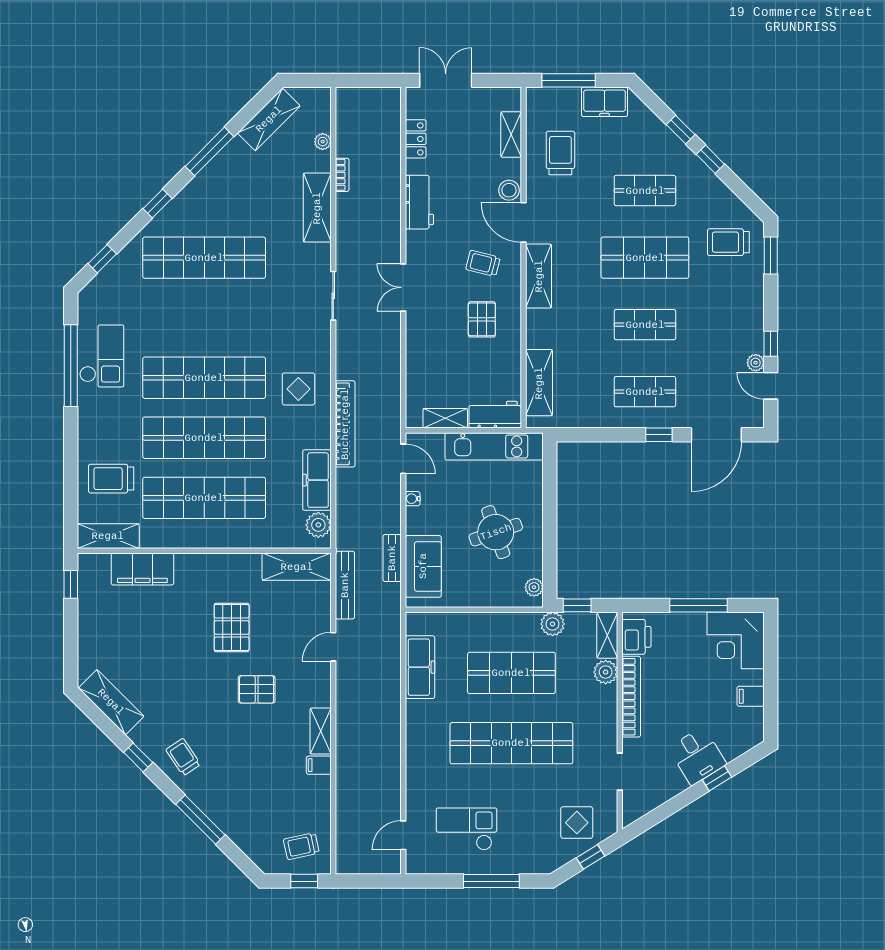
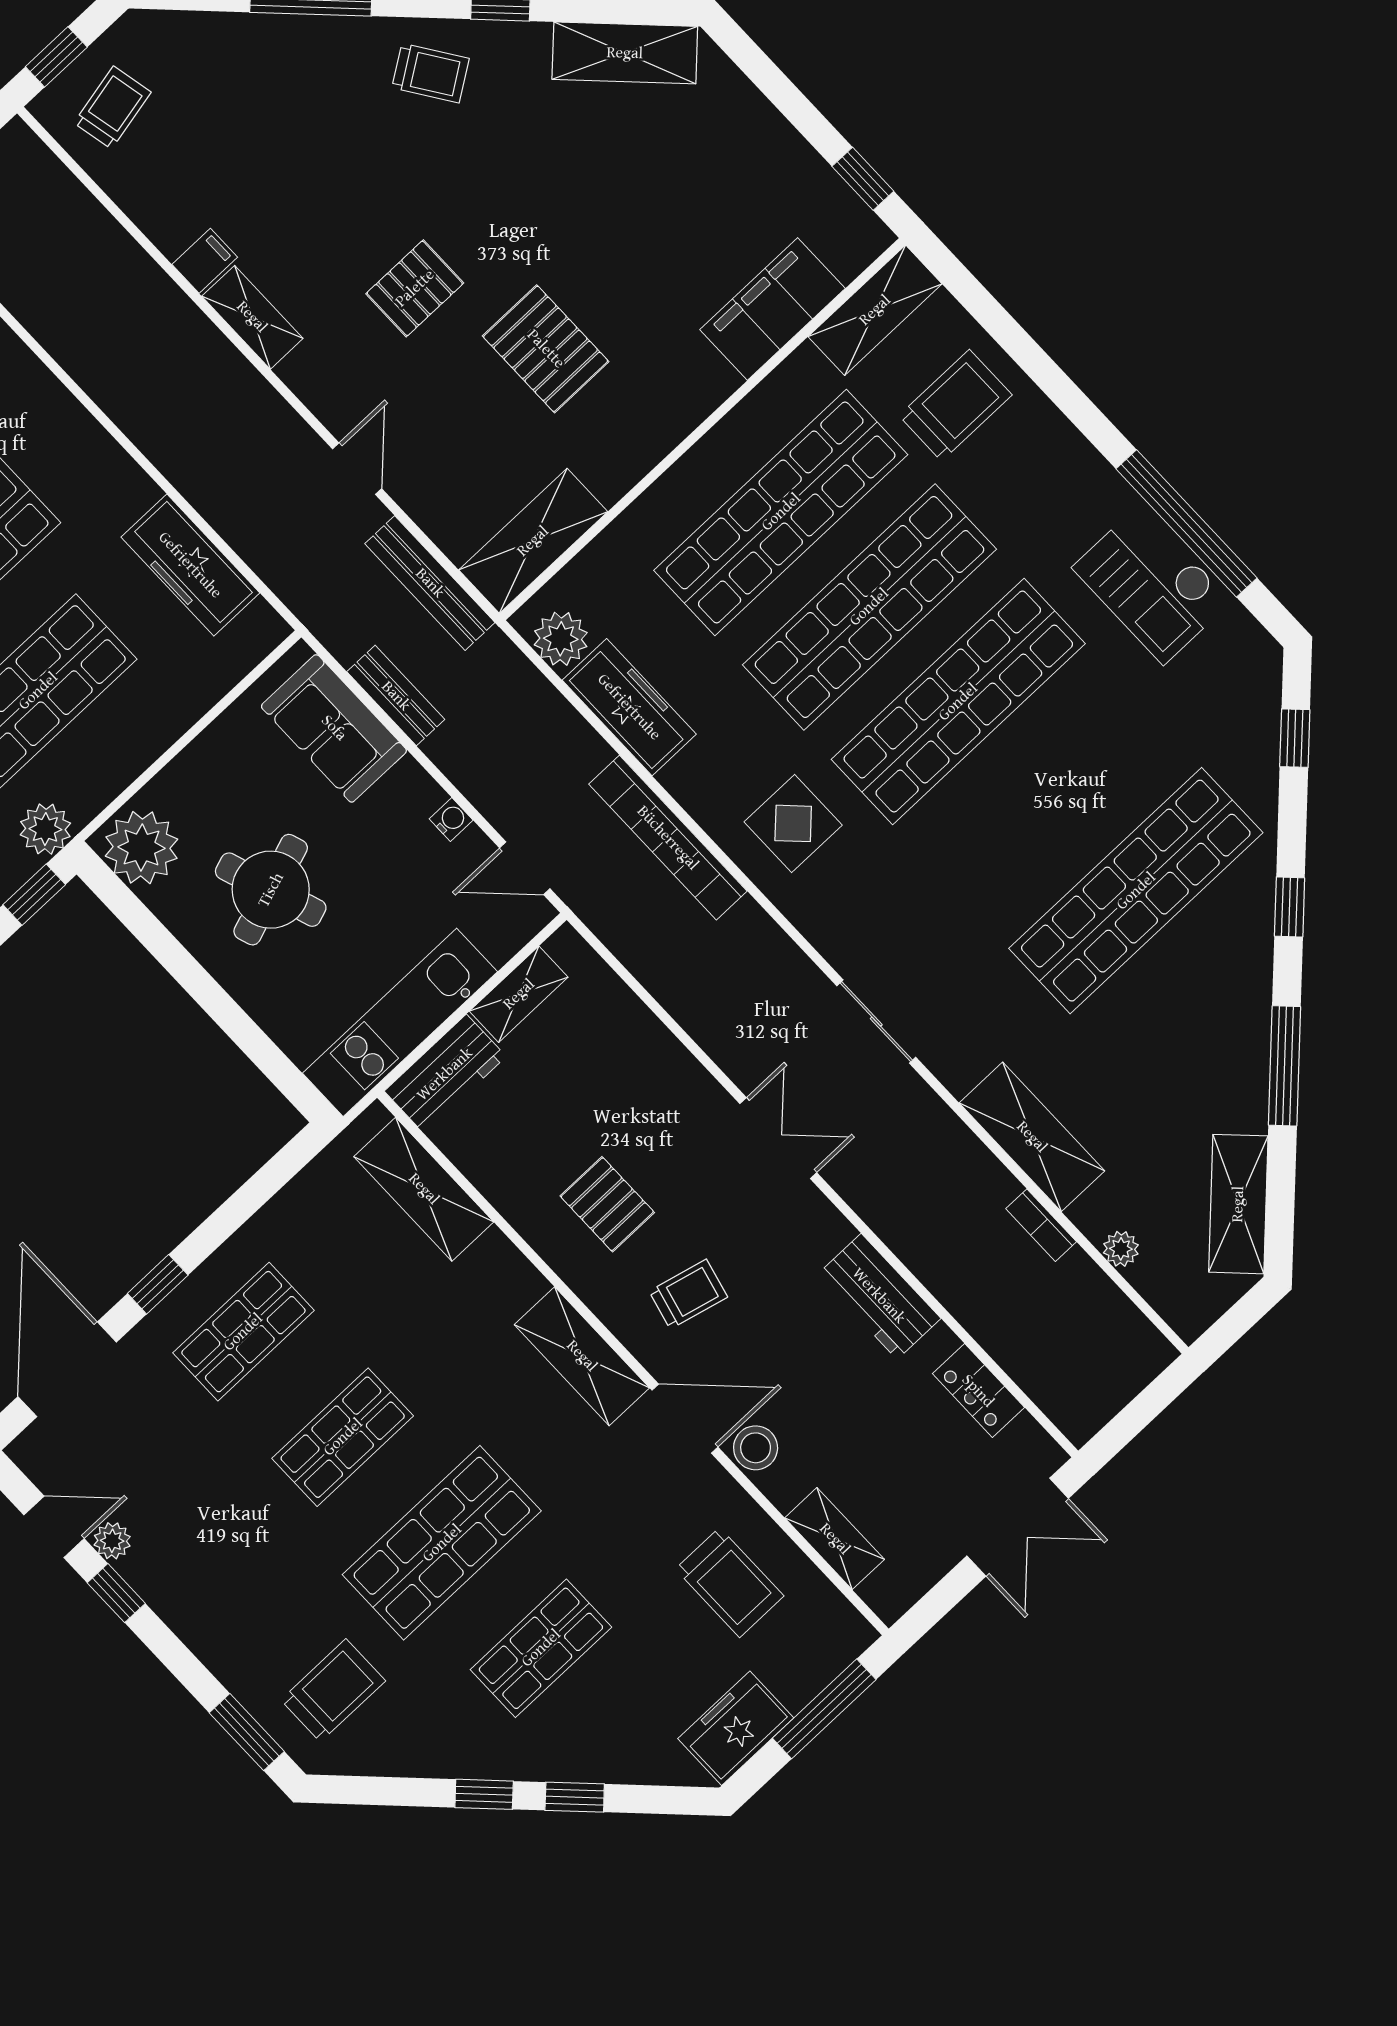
plant: (534, 587) -> (142, 848), width x1.87, depth x1.87

